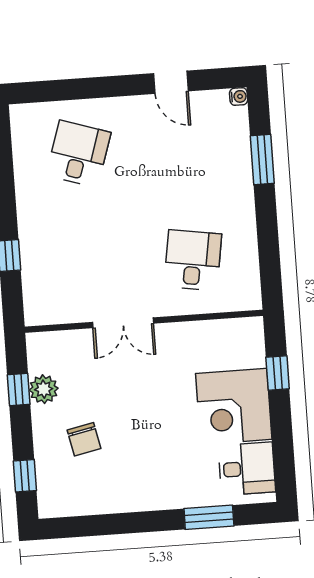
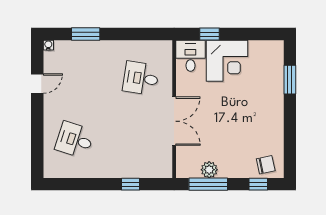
double door: (123, 323) -> (174, 121), width x1.37
window: (19, 390) -> (208, 184), width x2.17
chair: (84, 439) -> (266, 165), moved
desk: (247, 469) -> (190, 56), moved

